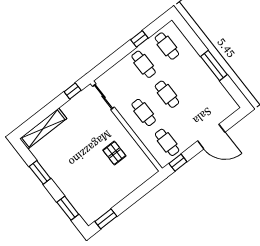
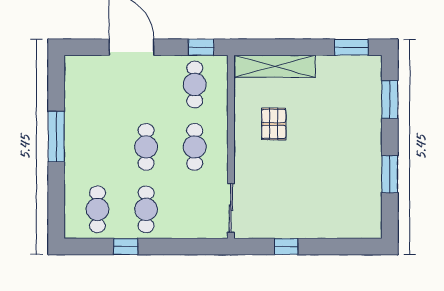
window: (73, 91) -> (286, 247), moved
shelving: (43, 129) -> (275, 66), moved

